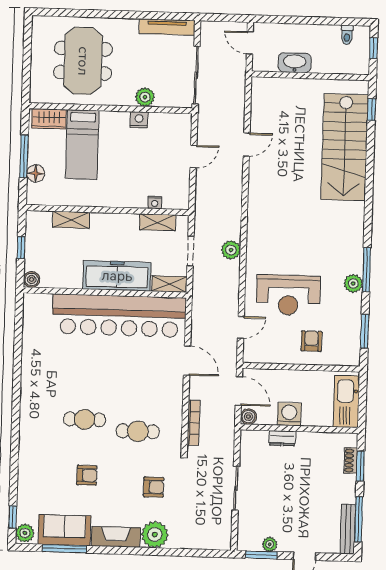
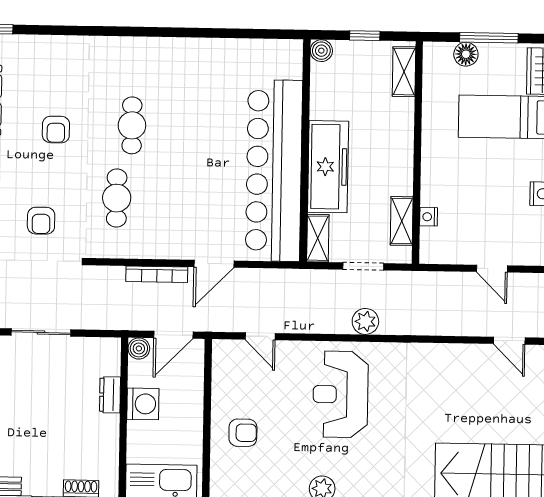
shelving: (71, 220) -> (404, 72), moved
reception desk: (288, 295) -> (340, 394), moved
bookcase: (193, 423) -> (157, 274), moved

